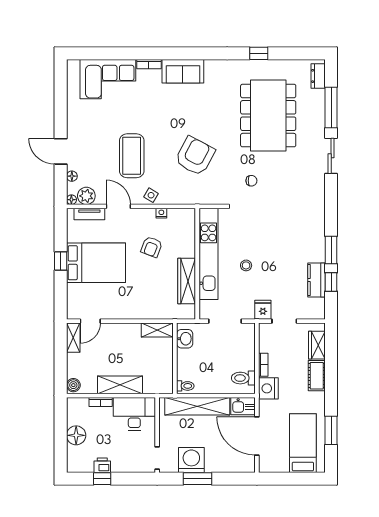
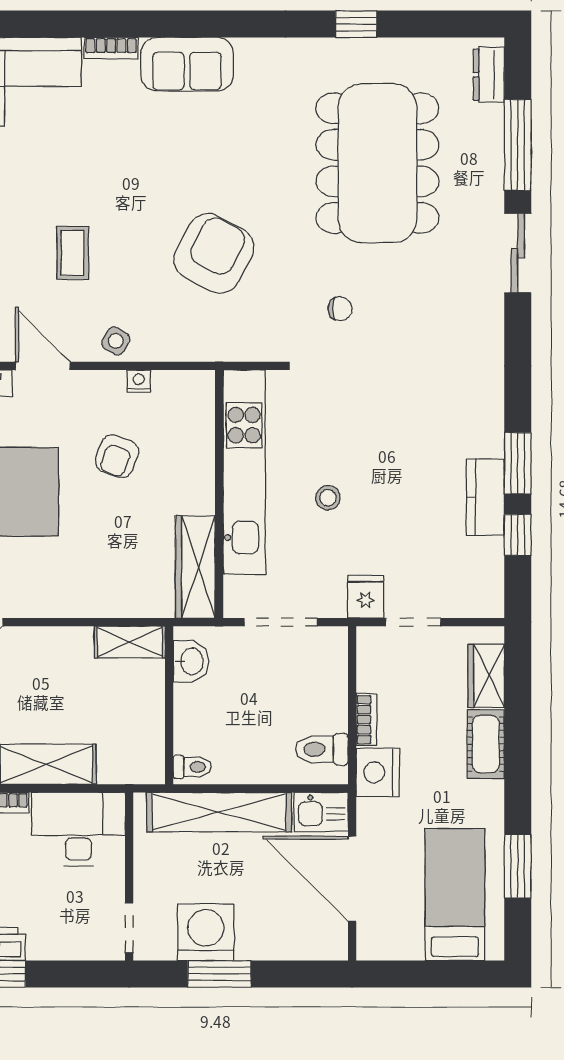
coffee table: (132, 156) -> (73, 253), width x0.54, depth x0.58
kitchen counter: (317, 280) -> (485, 497), moved
wardrobe: (187, 281) -> (195, 567), moved

